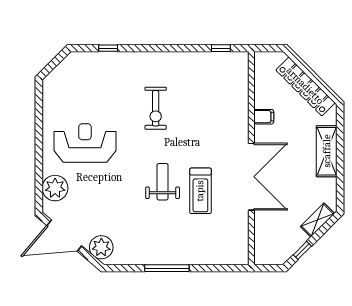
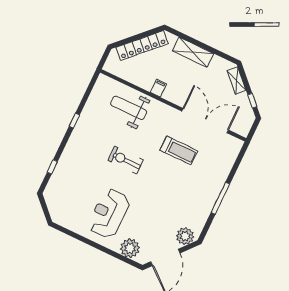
window: (221, 48) -> (74, 121), moved
exercise bike: (156, 108) -> (125, 160), moved, turned 180
filing cabinet: (264, 117) -> (158, 88), moved
double door: (251, 177) -> (205, 121), moved
weight bench: (163, 182) -> (129, 108), moved, width x1.36, depth x1.33

